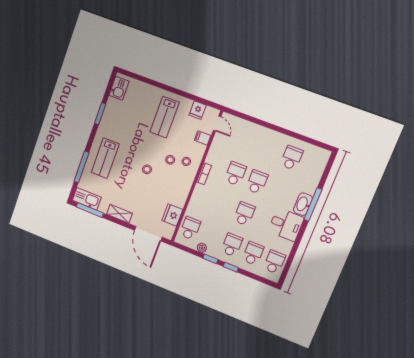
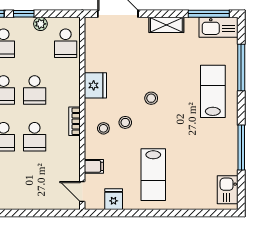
window: (100, 114) -> (241, 147), width x1.44
lab bench: (165, 117) -> (153, 175), turned 180
school desk: (223, 205) -> (35, 90), added
fridge: (172, 215) -> (95, 85), moved

